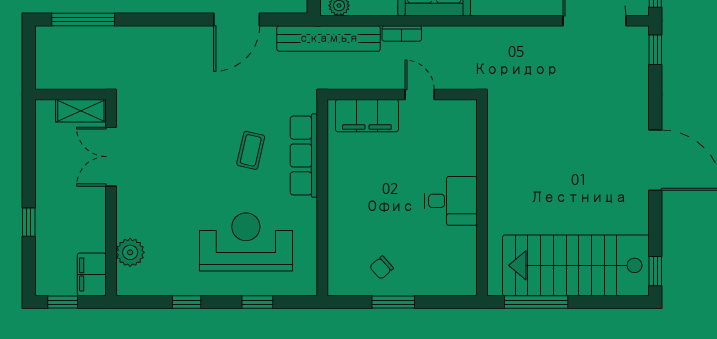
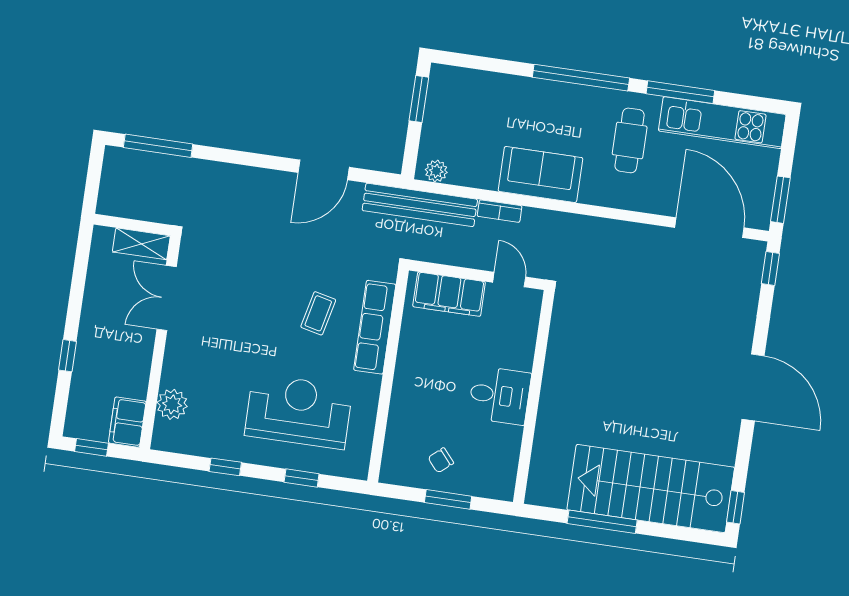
wall: (482, 198) -> (534, 397), moved
desk: (451, 201) -> (500, 395), moved

